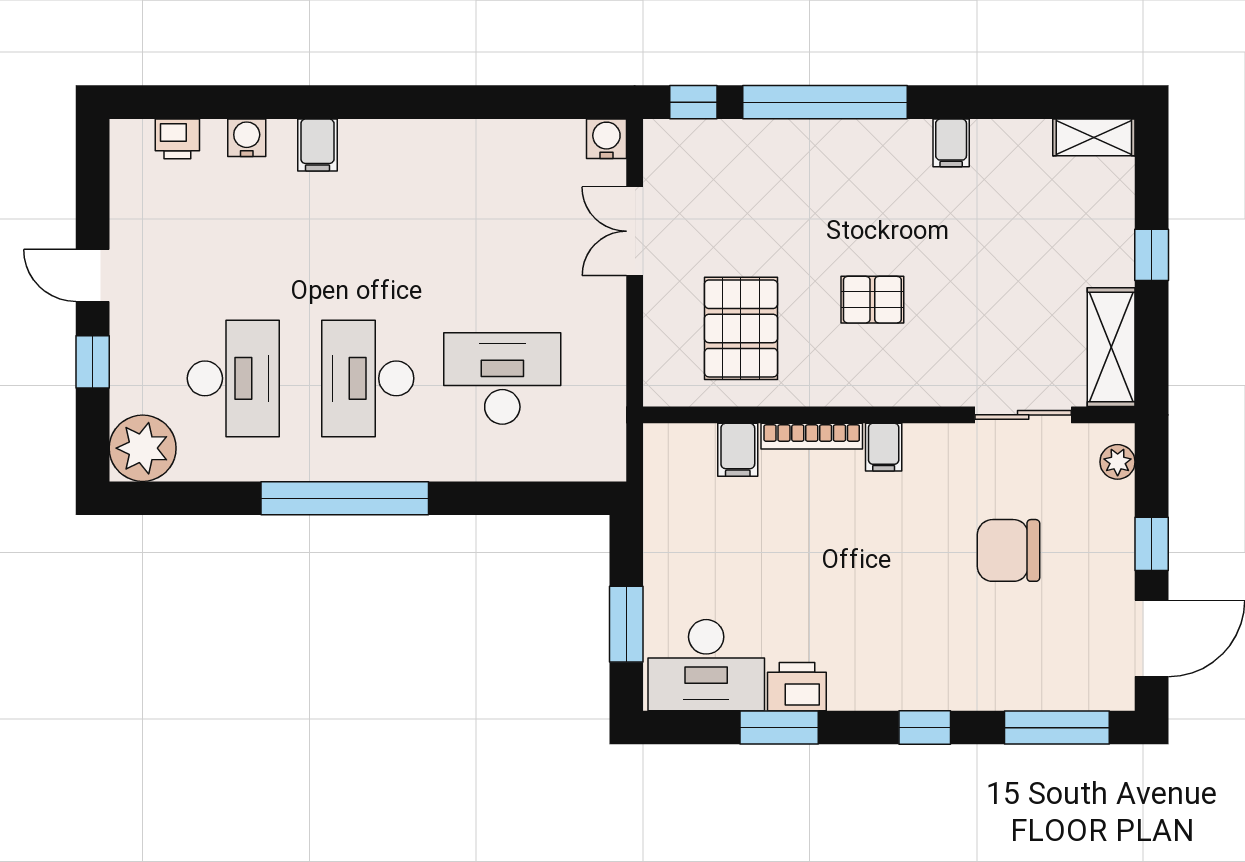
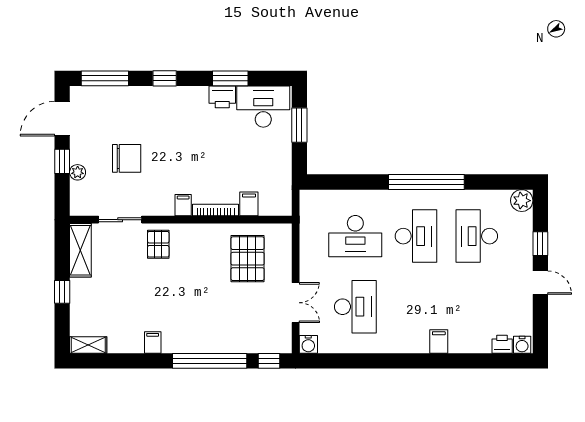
water cooler: (247, 138) -> (522, 345), moved
desk: (502, 222) -> (355, 307), added
pallet: (872, 300) -> (158, 244), moved, turned 90
plant: (143, 448) -> (522, 201), width x0.73, depth x0.73
plant: (1118, 462) -> (78, 172), moved

